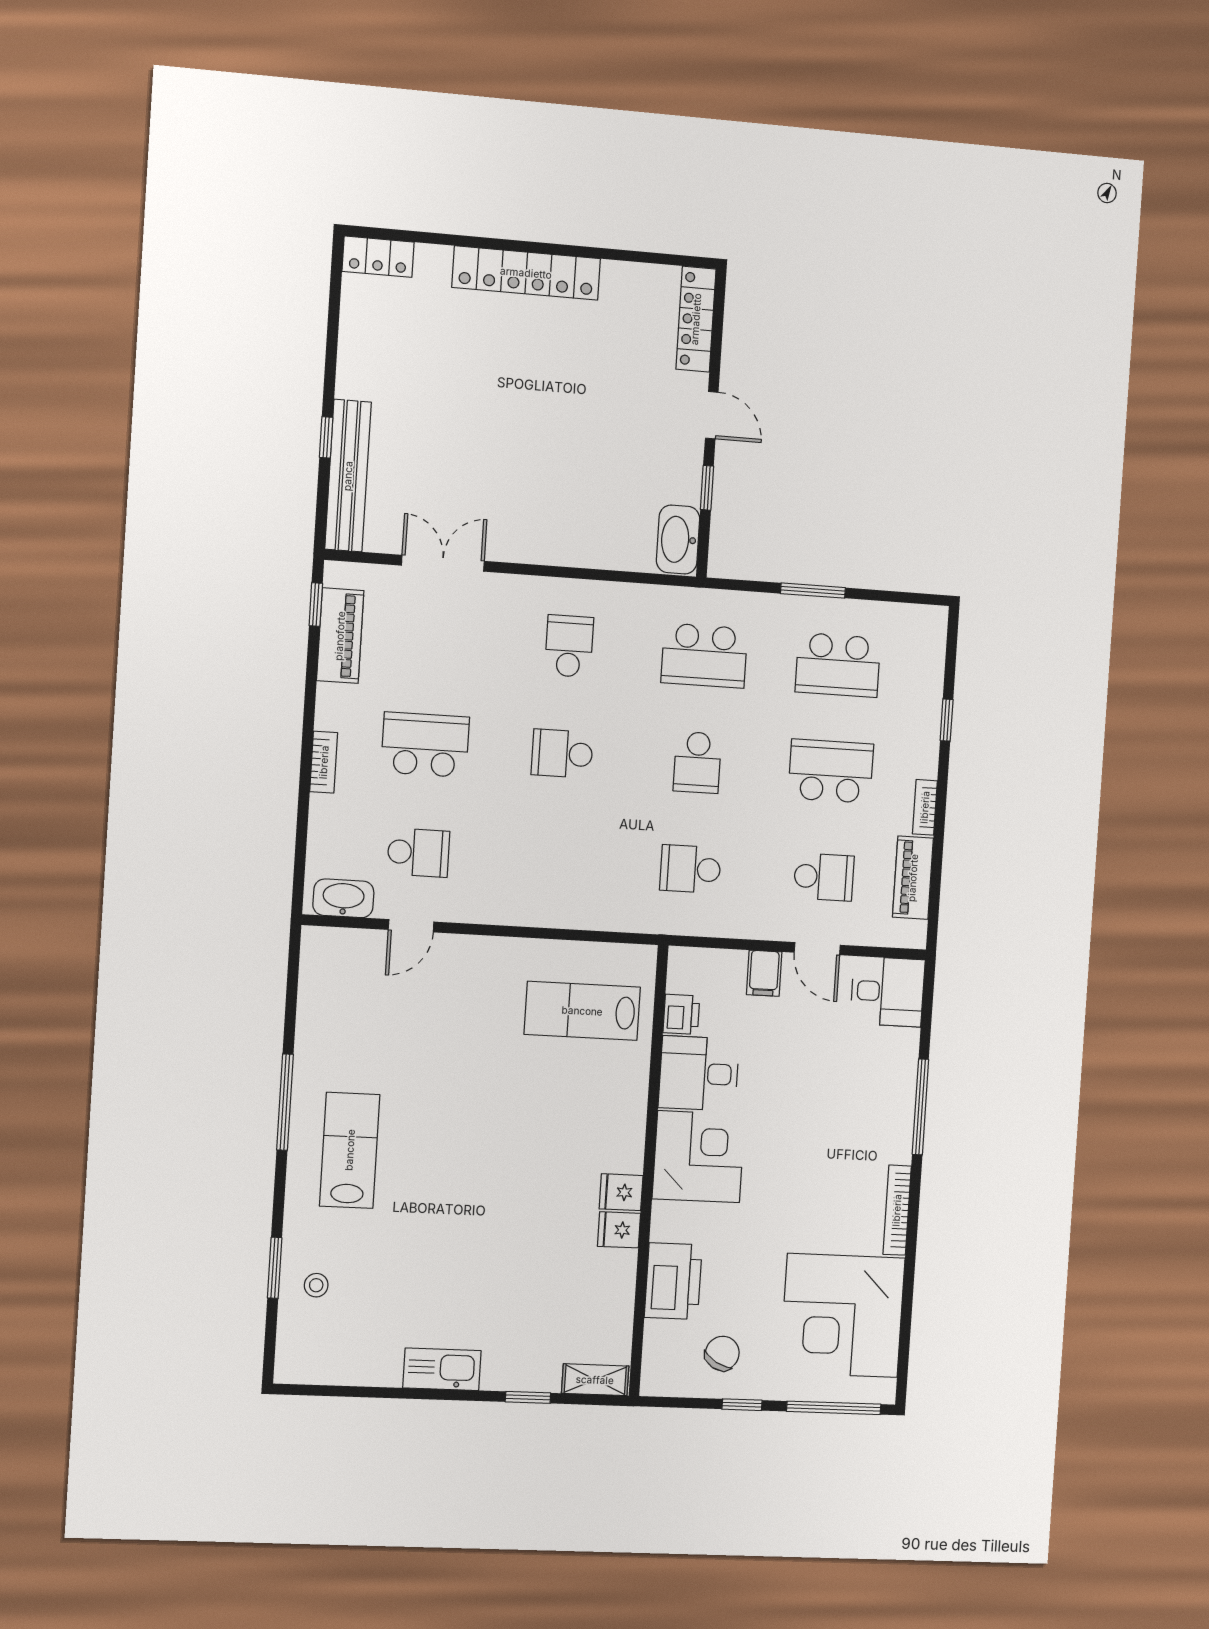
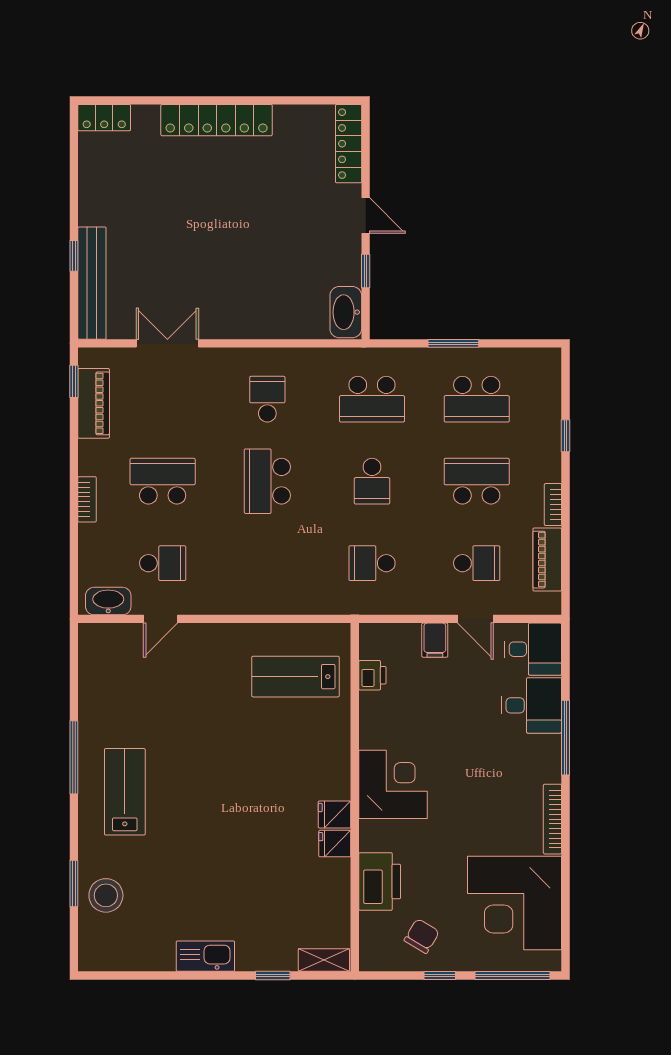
school desk: (562, 754) -> (267, 481), width x1.85
desk: (699, 1073) -> (531, 705), moved, turned 180
stool: (316, 1285) -> (106, 895), width x1.89, depth x1.89

